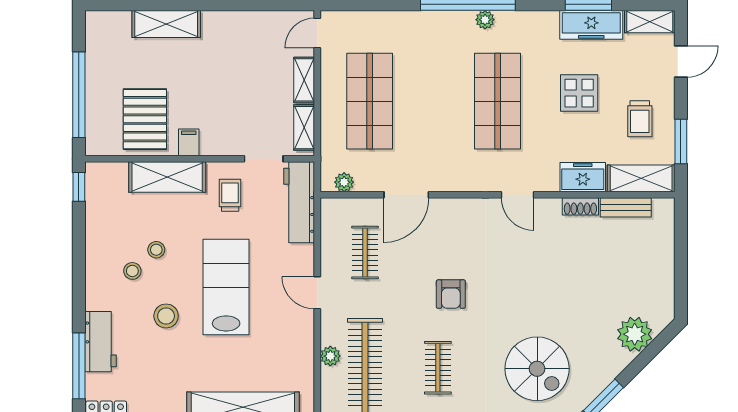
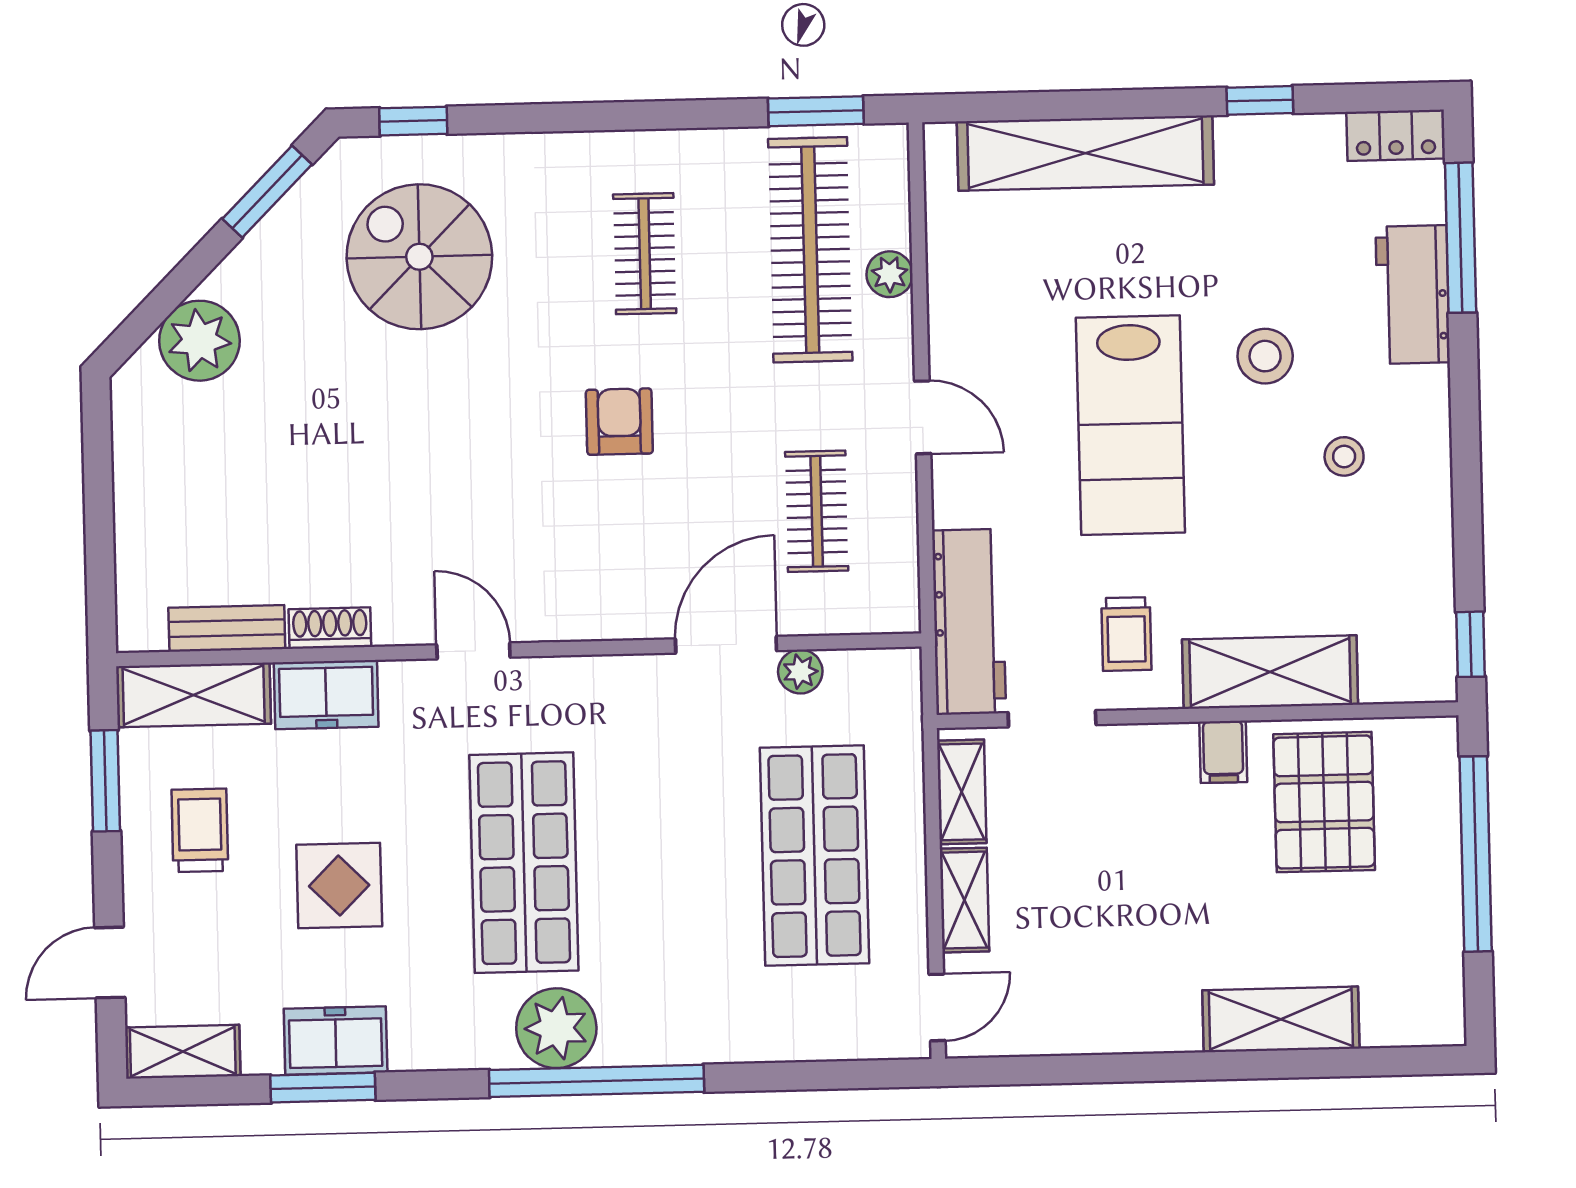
plant: (485, 20) -> (556, 1028), width x1.88, depth x1.88
freezer: (591, 25) -> (336, 1041), width x0.71
plant: (344, 182) -> (800, 672), moved
stool: (156, 250) -> (1291, 506), removed

